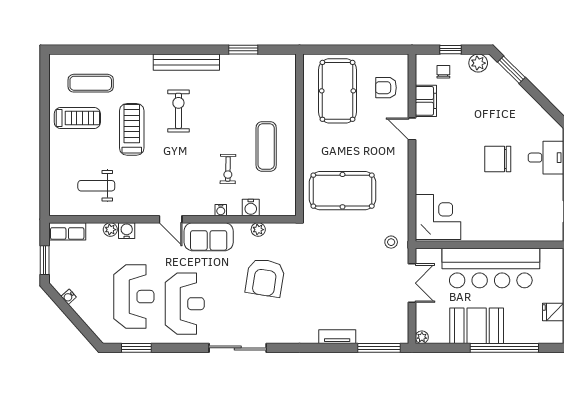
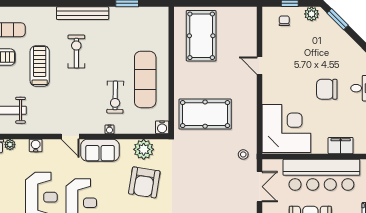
armchair: (386, 88) -> (239, 33), removed
filing cabinet: (426, 101) -> (341, 146), moved, turned -90
exercise mat: (266, 146) -> (145, 79), width x1.36, depth x1.45
exercise bike: (228, 169) -> (115, 97), width x1.38, depth x1.39
water cooler: (251, 207) -> (162, 127), moved
corner desk: (438, 217) -> (286, 128), width x1.36, depth x1.36
plant: (110, 230) -> (10, 145), moved
plant: (258, 230) -> (144, 149), width x1.88, depth x1.88

